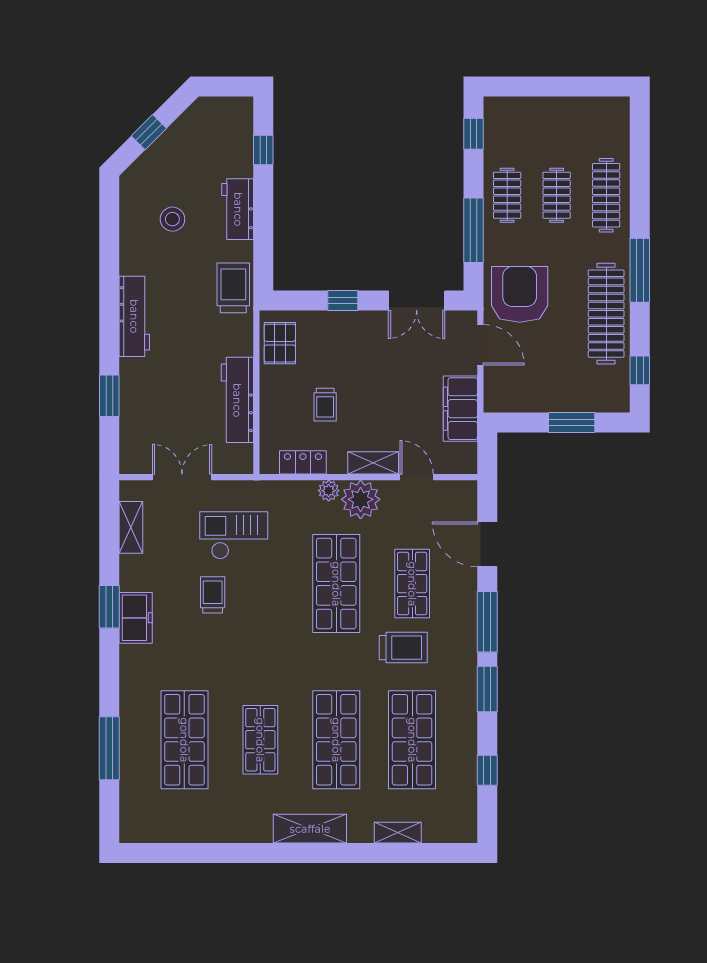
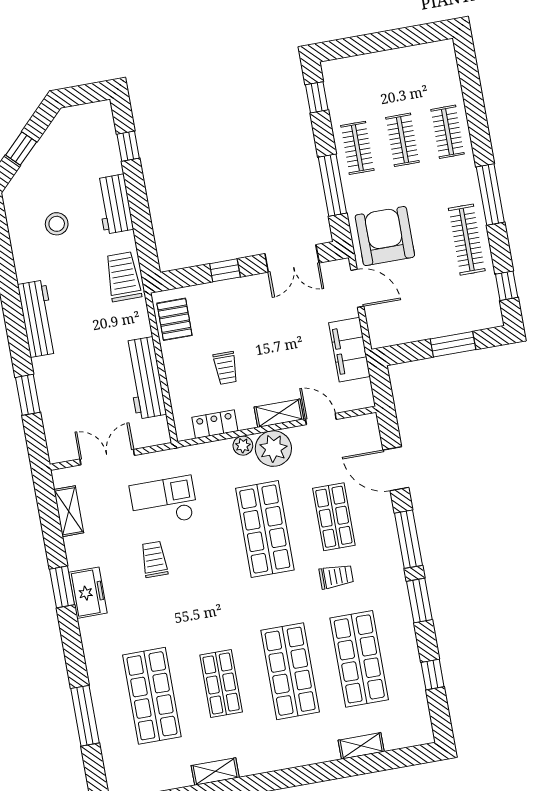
clothes rail: (606, 195) -> (448, 132), width x0.73
clothes rail: (606, 314) -> (467, 240), width x0.73, depth x0.76
trolley: (403, 648) -> (336, 576), width x0.73, depth x0.72
shelving: (310, 829) -> (215, 771), moved, width x0.67, depth x0.75

